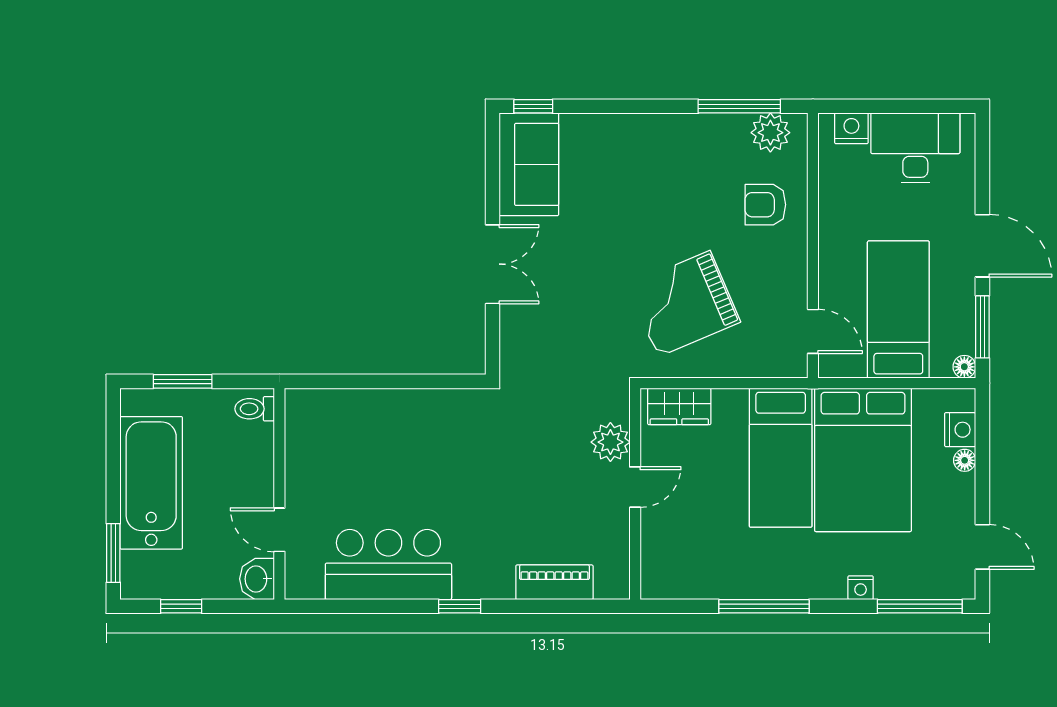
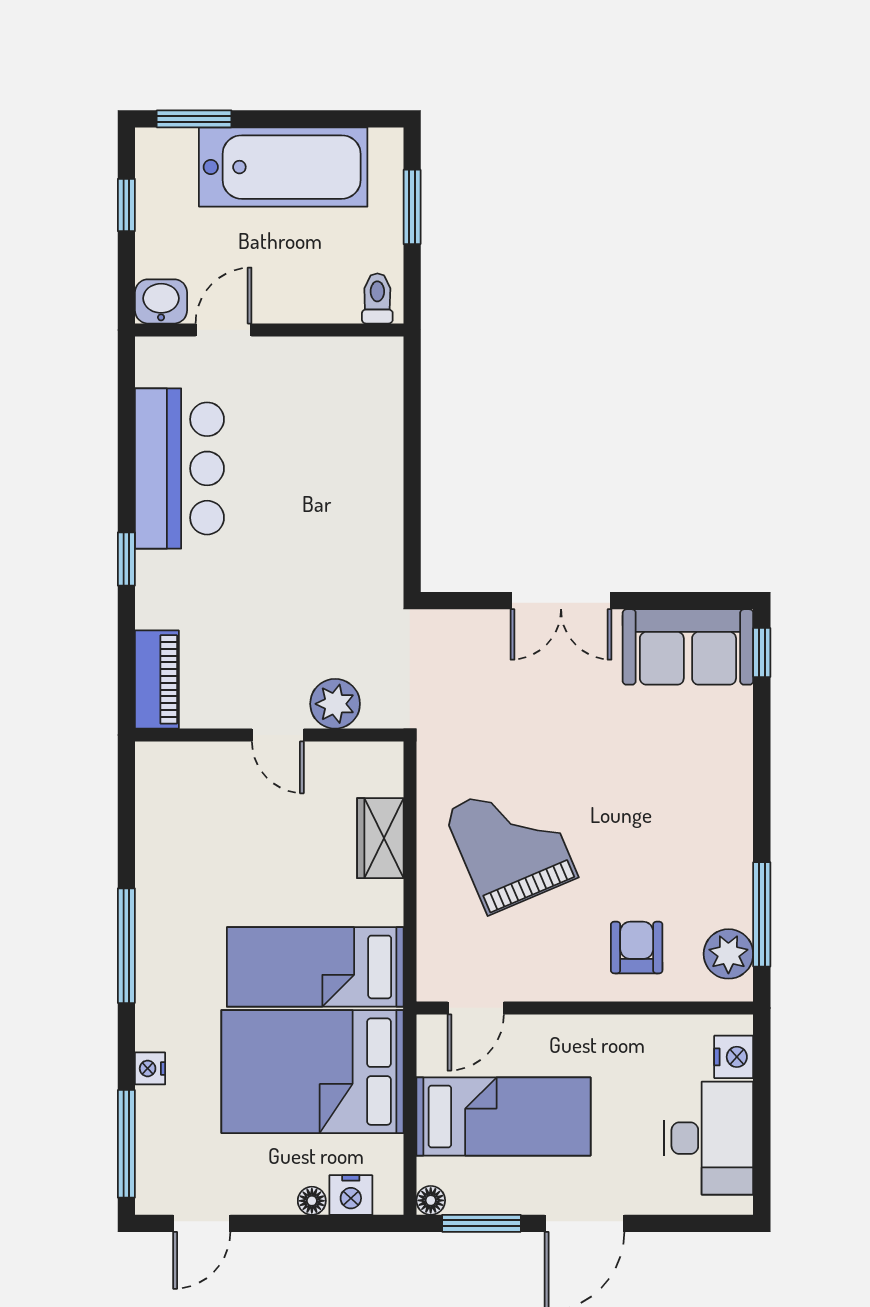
plant: (610, 442) -> (335, 704), moved
door: (635, 487) -> (278, 735), moved
wall: (635, 494) -> (269, 735), moved

